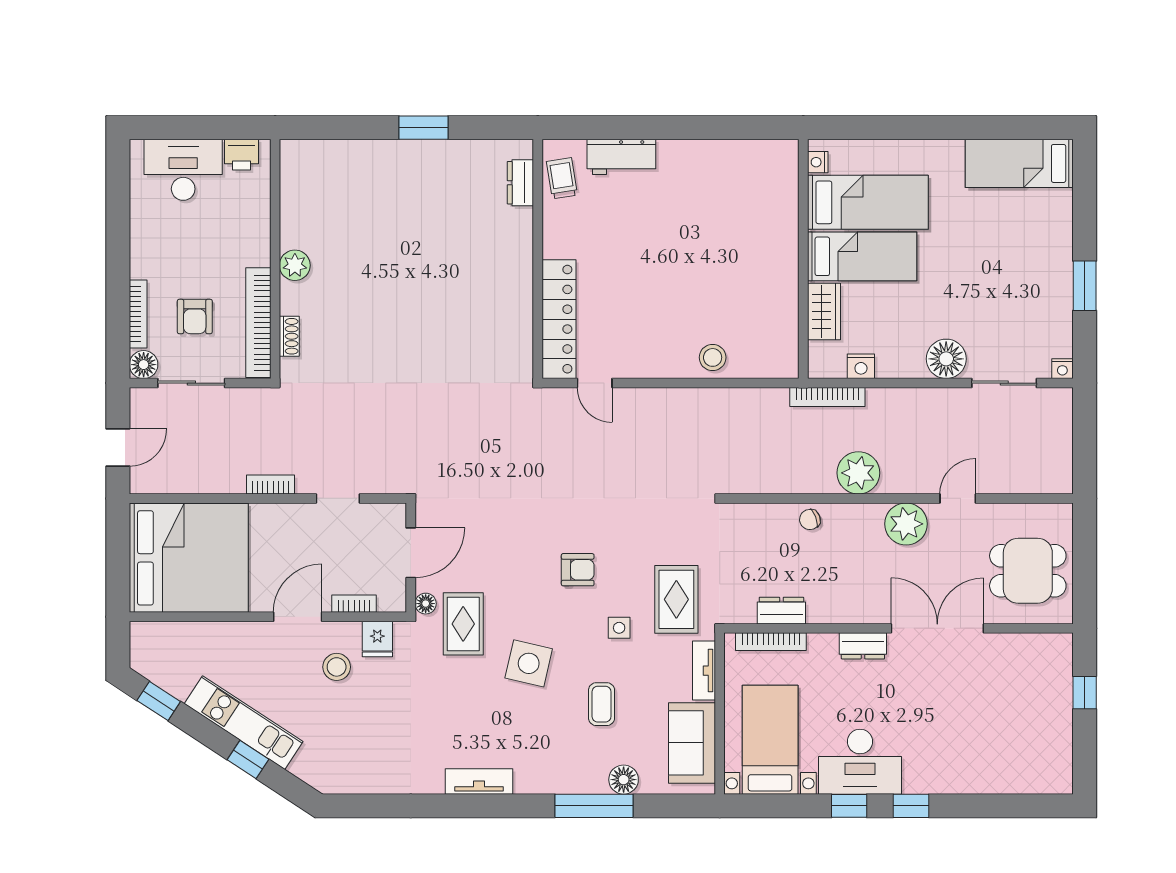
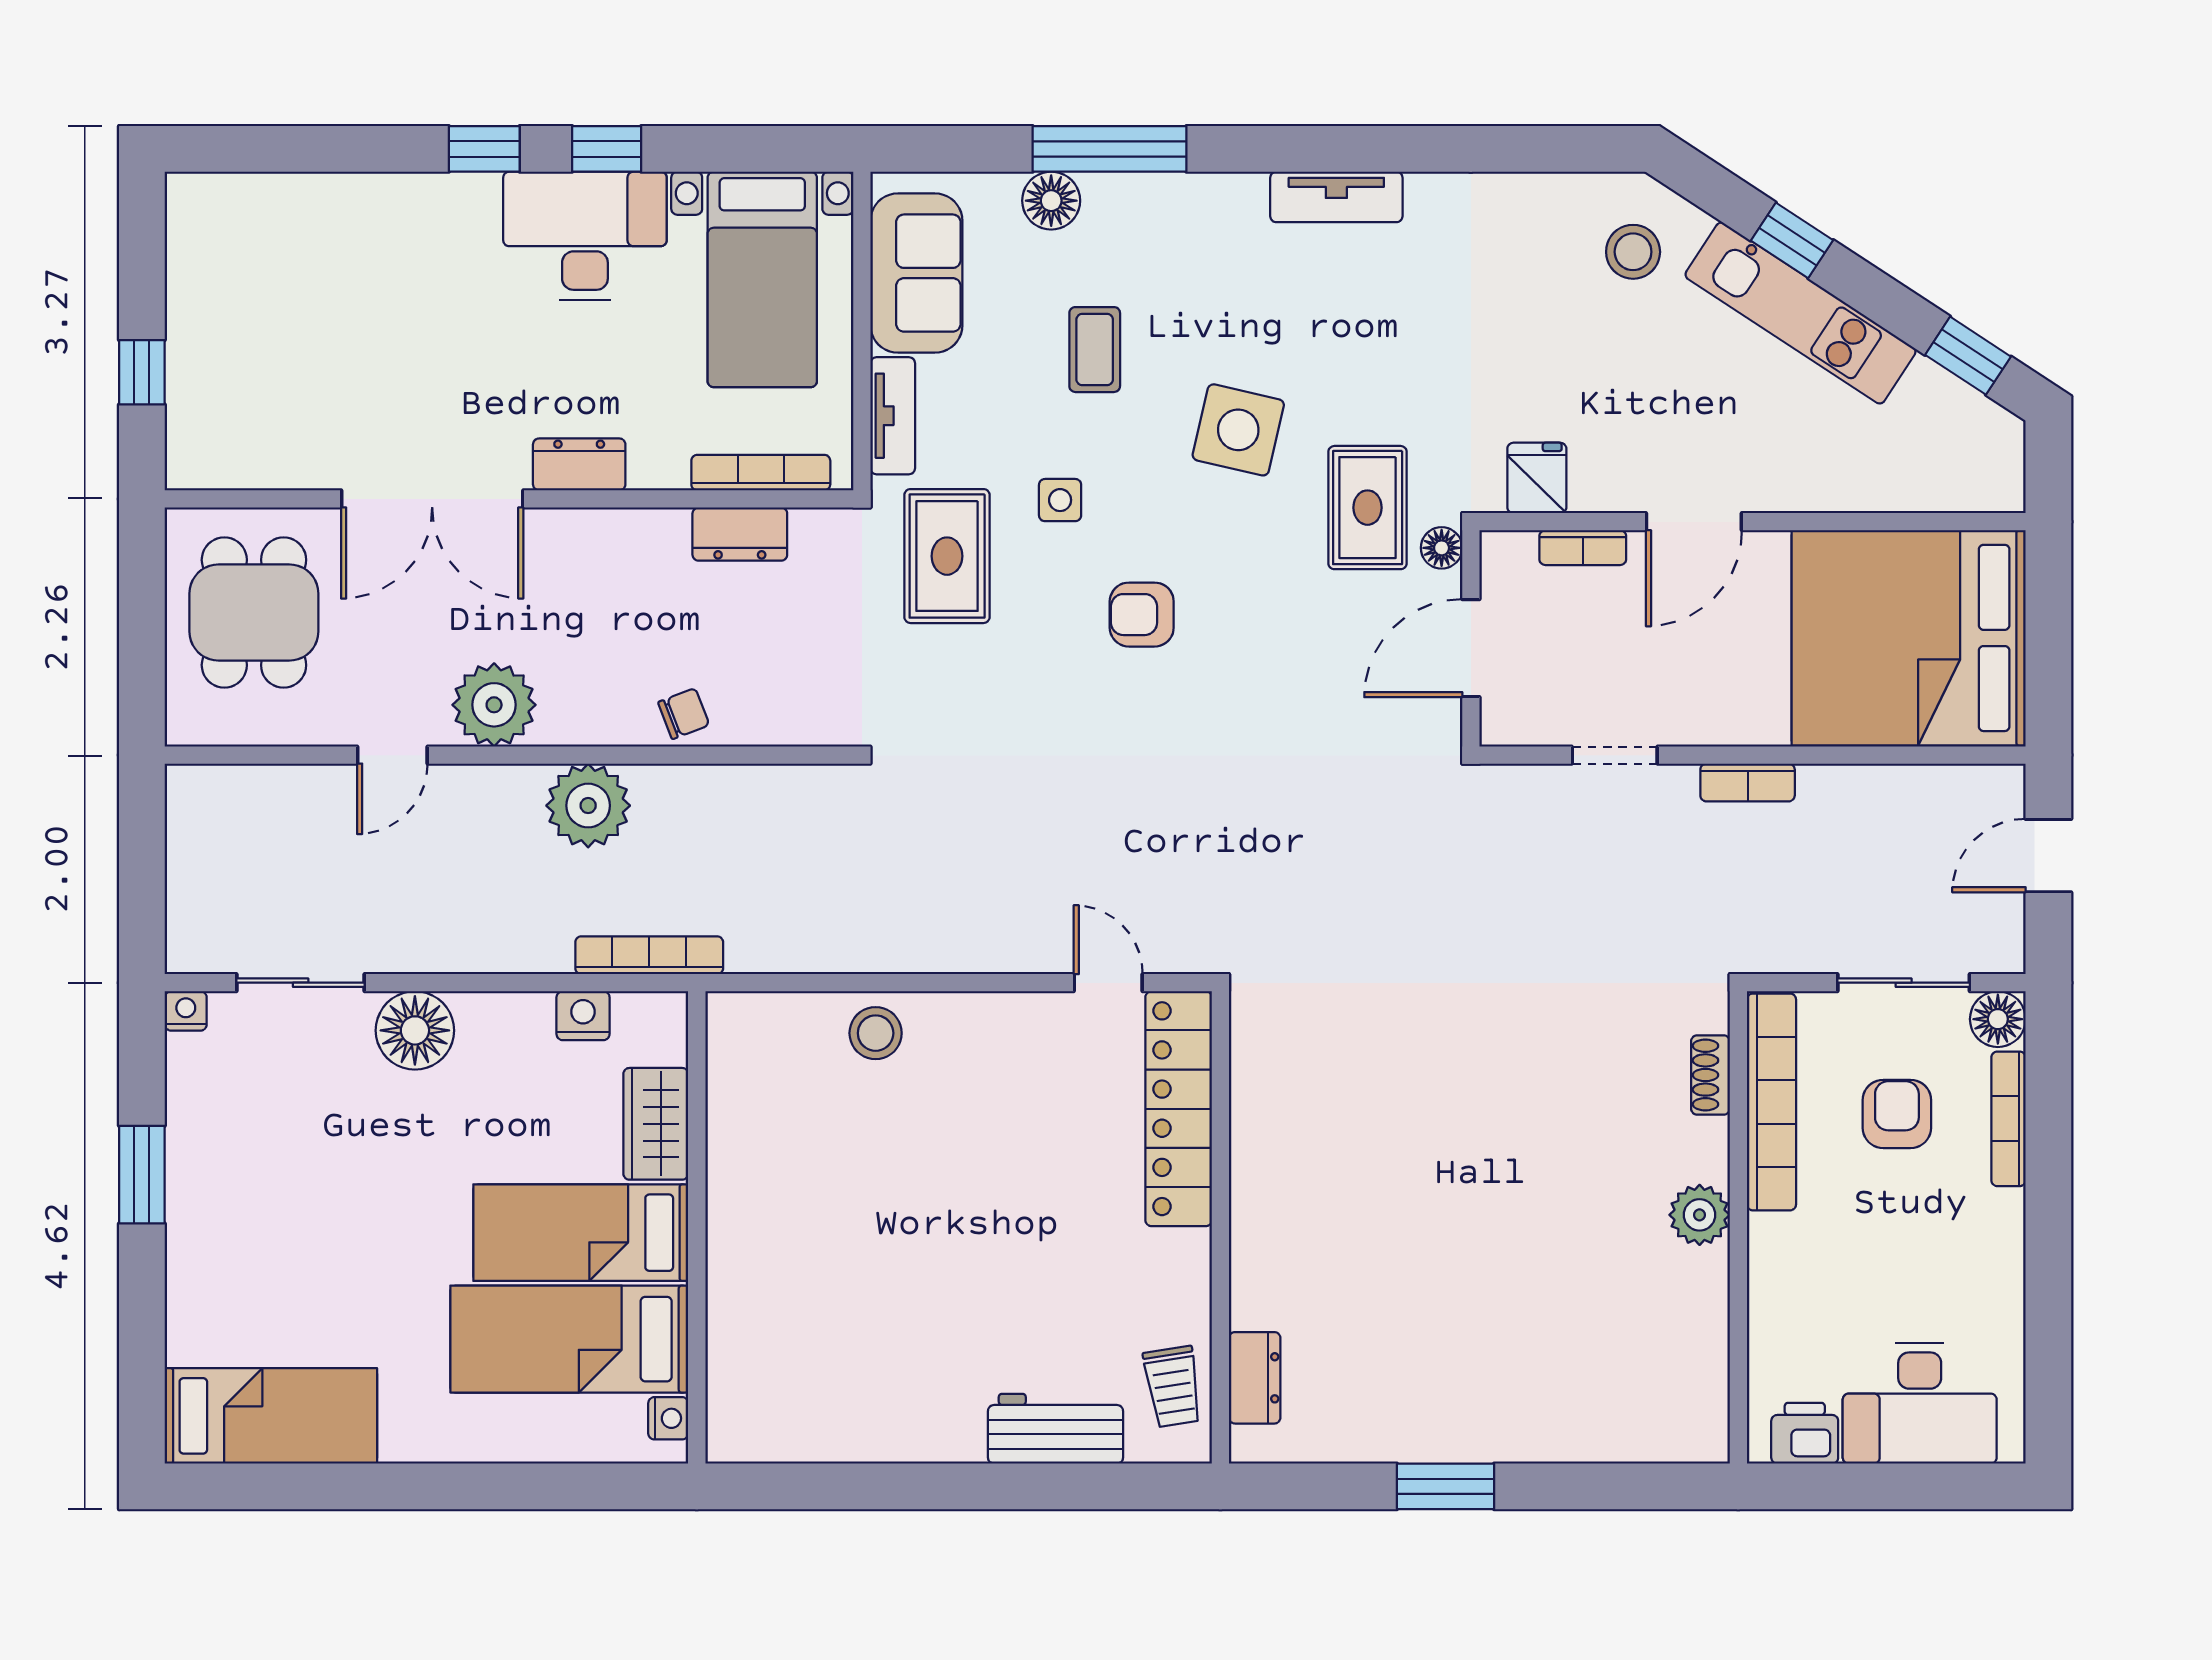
dining table: (1028, 571) -> (254, 613), turned 90
stool: (337, 667) -> (1633, 252), moved

